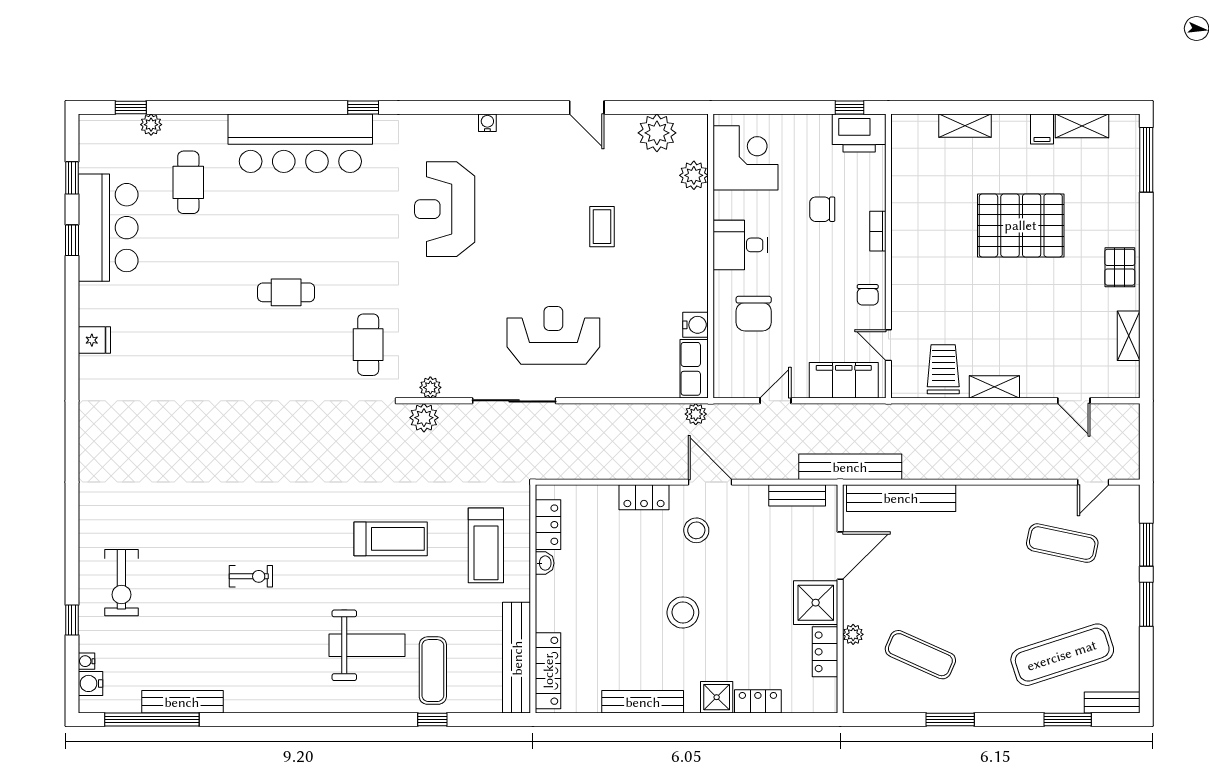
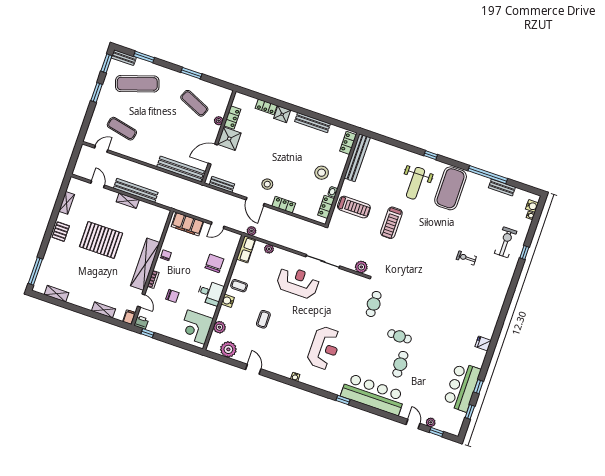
door: (189, 107) -> (413, 424), added
filing cabinet: (1042, 129) -> (129, 317), moved
printer: (859, 133) -> (141, 322), width x0.53, depth x0.68
cafe table: (188, 182) -> (400, 364), moved
pallet: (1021, 225) -> (101, 240), moved
shelving: (907, 259) -> (145, 264), added
coffee table: (682, 283) -> (239, 286), added
water cooler: (696, 325) -> (228, 301), moved
reception desk: (553, 335) -> (298, 282), turned 180
door: (888, 345) -> (141, 300), moved
trolley: (943, 369) -> (146, 215), removed
plant: (430, 387) -> (269, 249), moved
bench: (850, 467) -> (136, 190), moved
treadmill: (391, 539) -> (391, 223), turned -90
treadmill: (486, 545) -> (354, 207), turned 90
window: (1146, 545) -> (106, 63), moved
exercise bike: (251, 576) -> (466, 258), moved
stool: (683, 612) -> (322, 173), moved
window: (72, 620) -> (524, 252), moved
weight bench: (367, 645) -> (416, 183), turned -90
exercise mat: (433, 671) -> (451, 188), moved, width x2.00, depth x1.45
locker: (548, 671) -> (348, 143), width x0.66
bench: (182, 702) -> (502, 187), width x0.73
window: (152, 719) -> (488, 175), moved
window: (432, 719) -> (431, 155), moved

